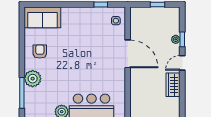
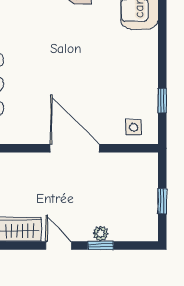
door: (128, 54) -> (75, 148), swing flipped

